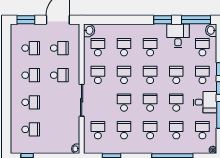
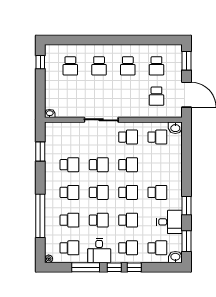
window: (196, 20) -> (187, 241), width x0.69
school desk: (124, 47) -> (157, 165), removed
school desk: (59, 75) -> (128, 96), removed
school desk: (98, 130) -> (69, 137), removed

